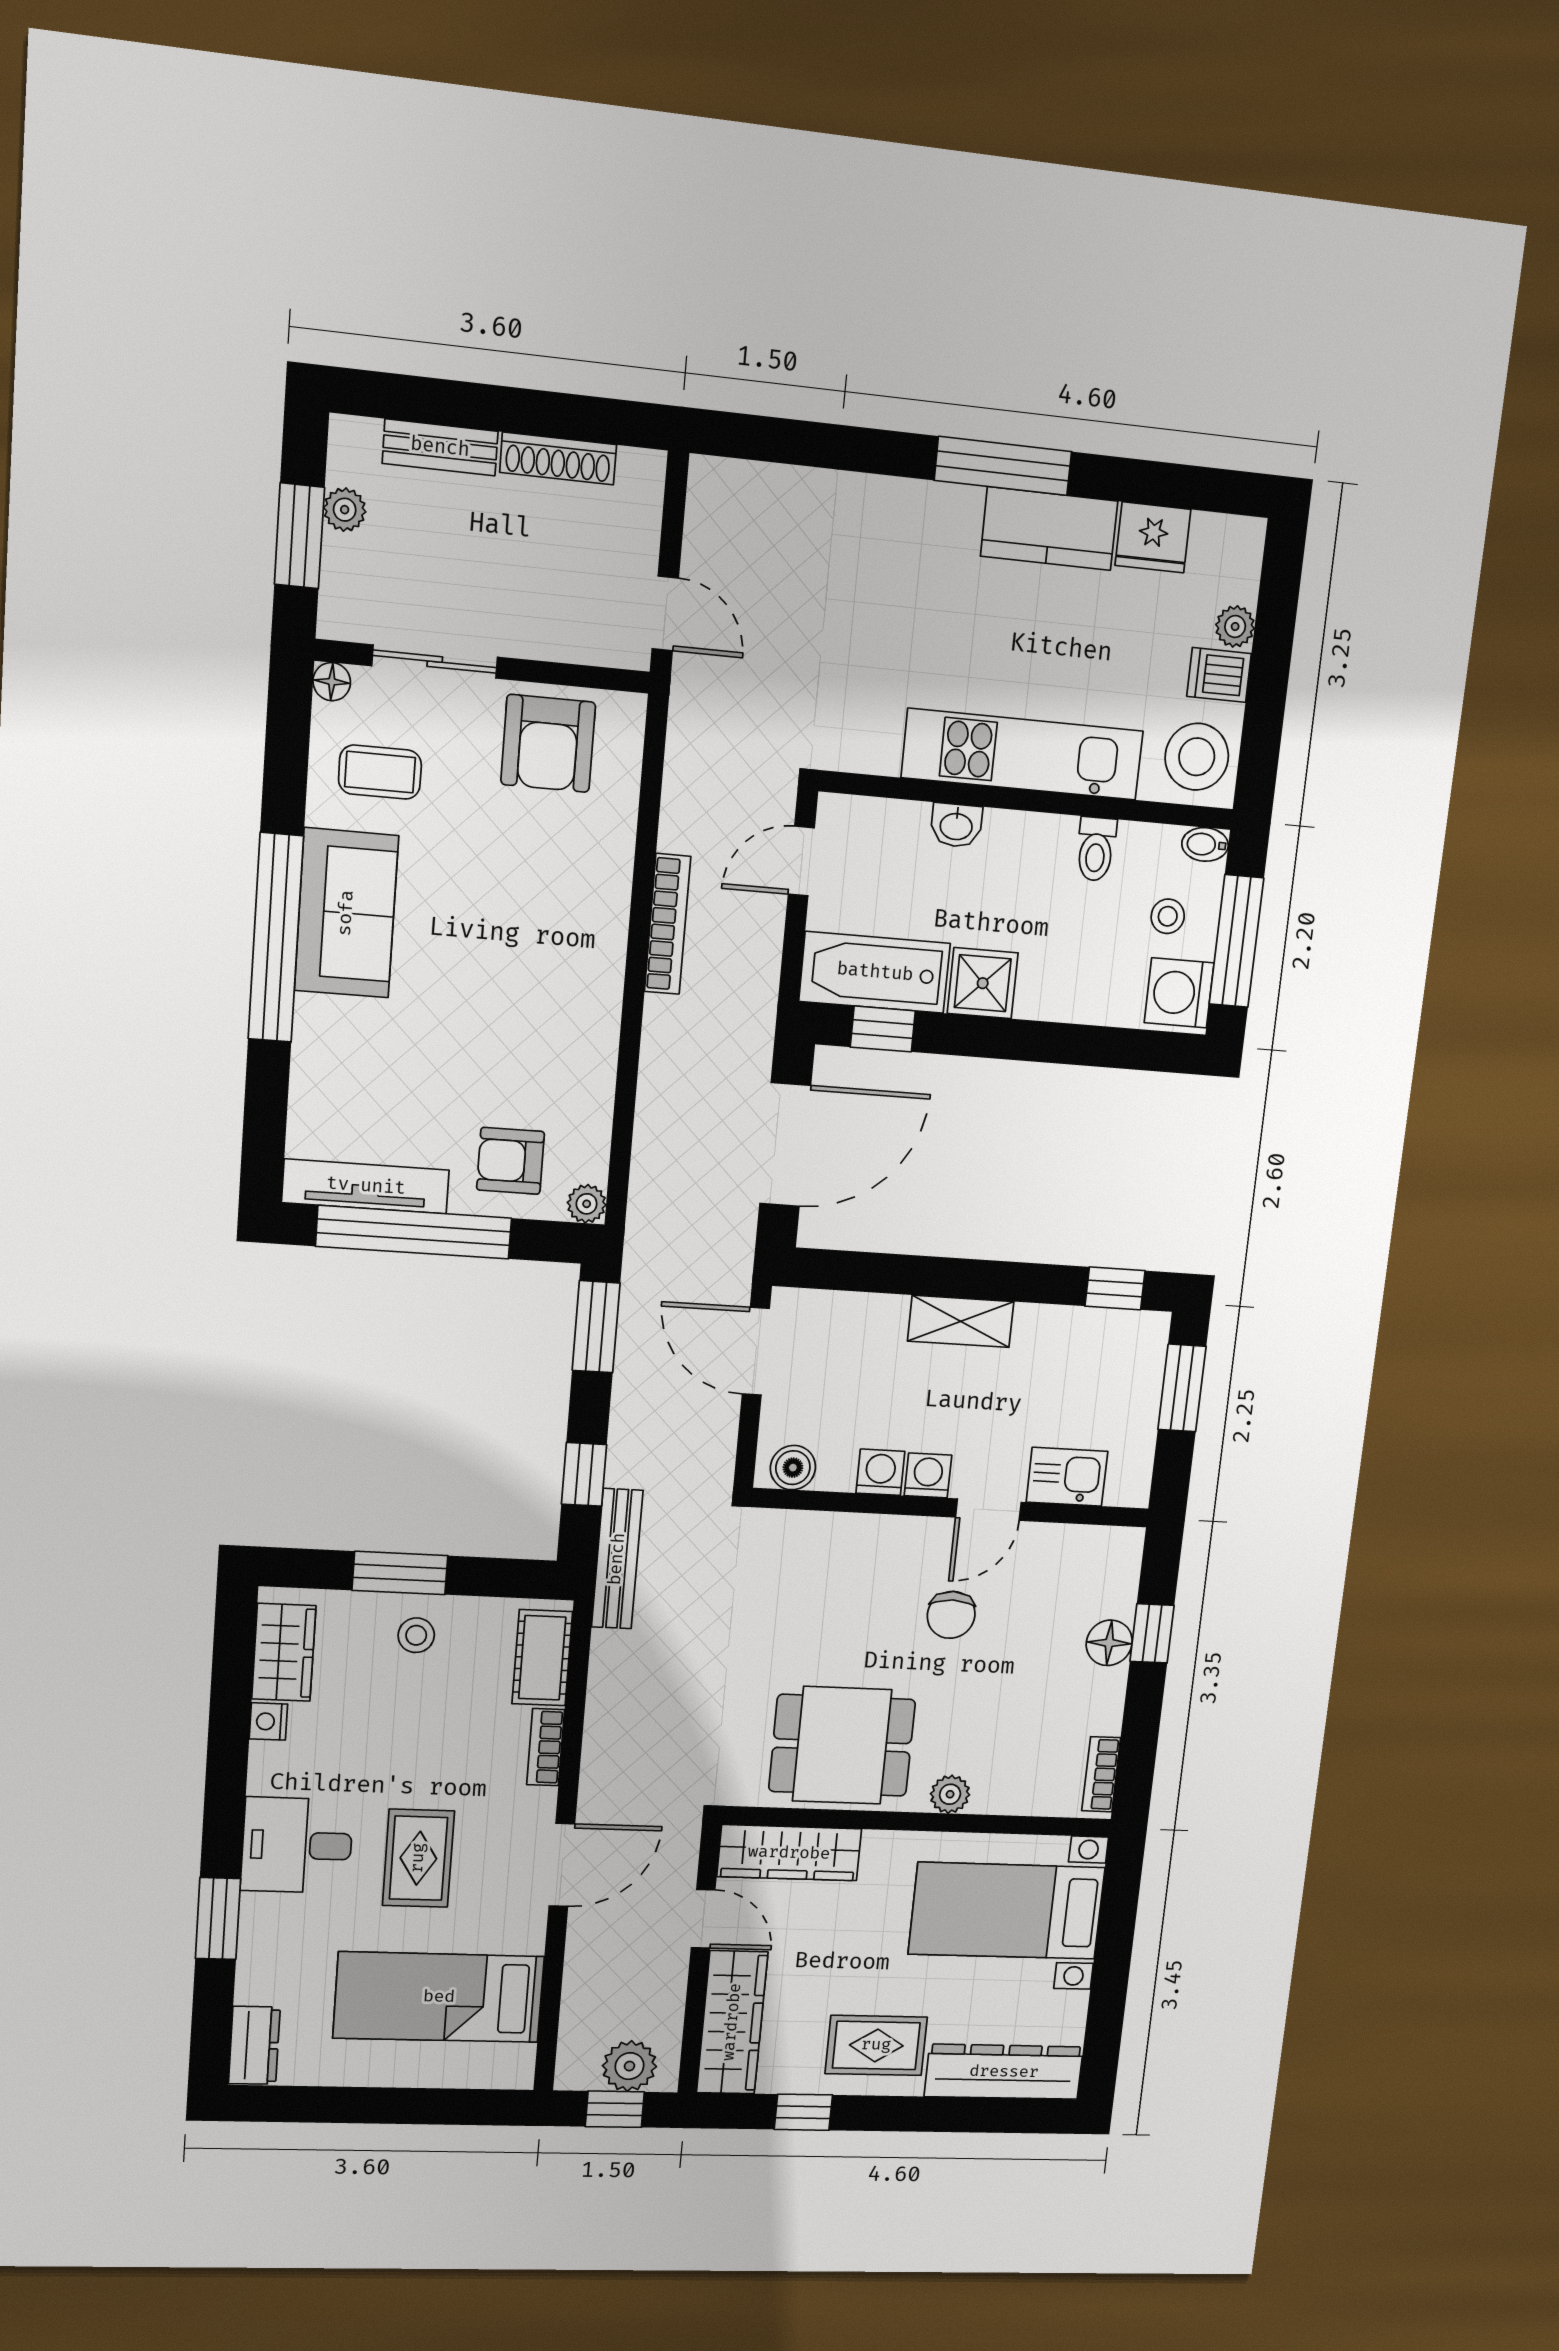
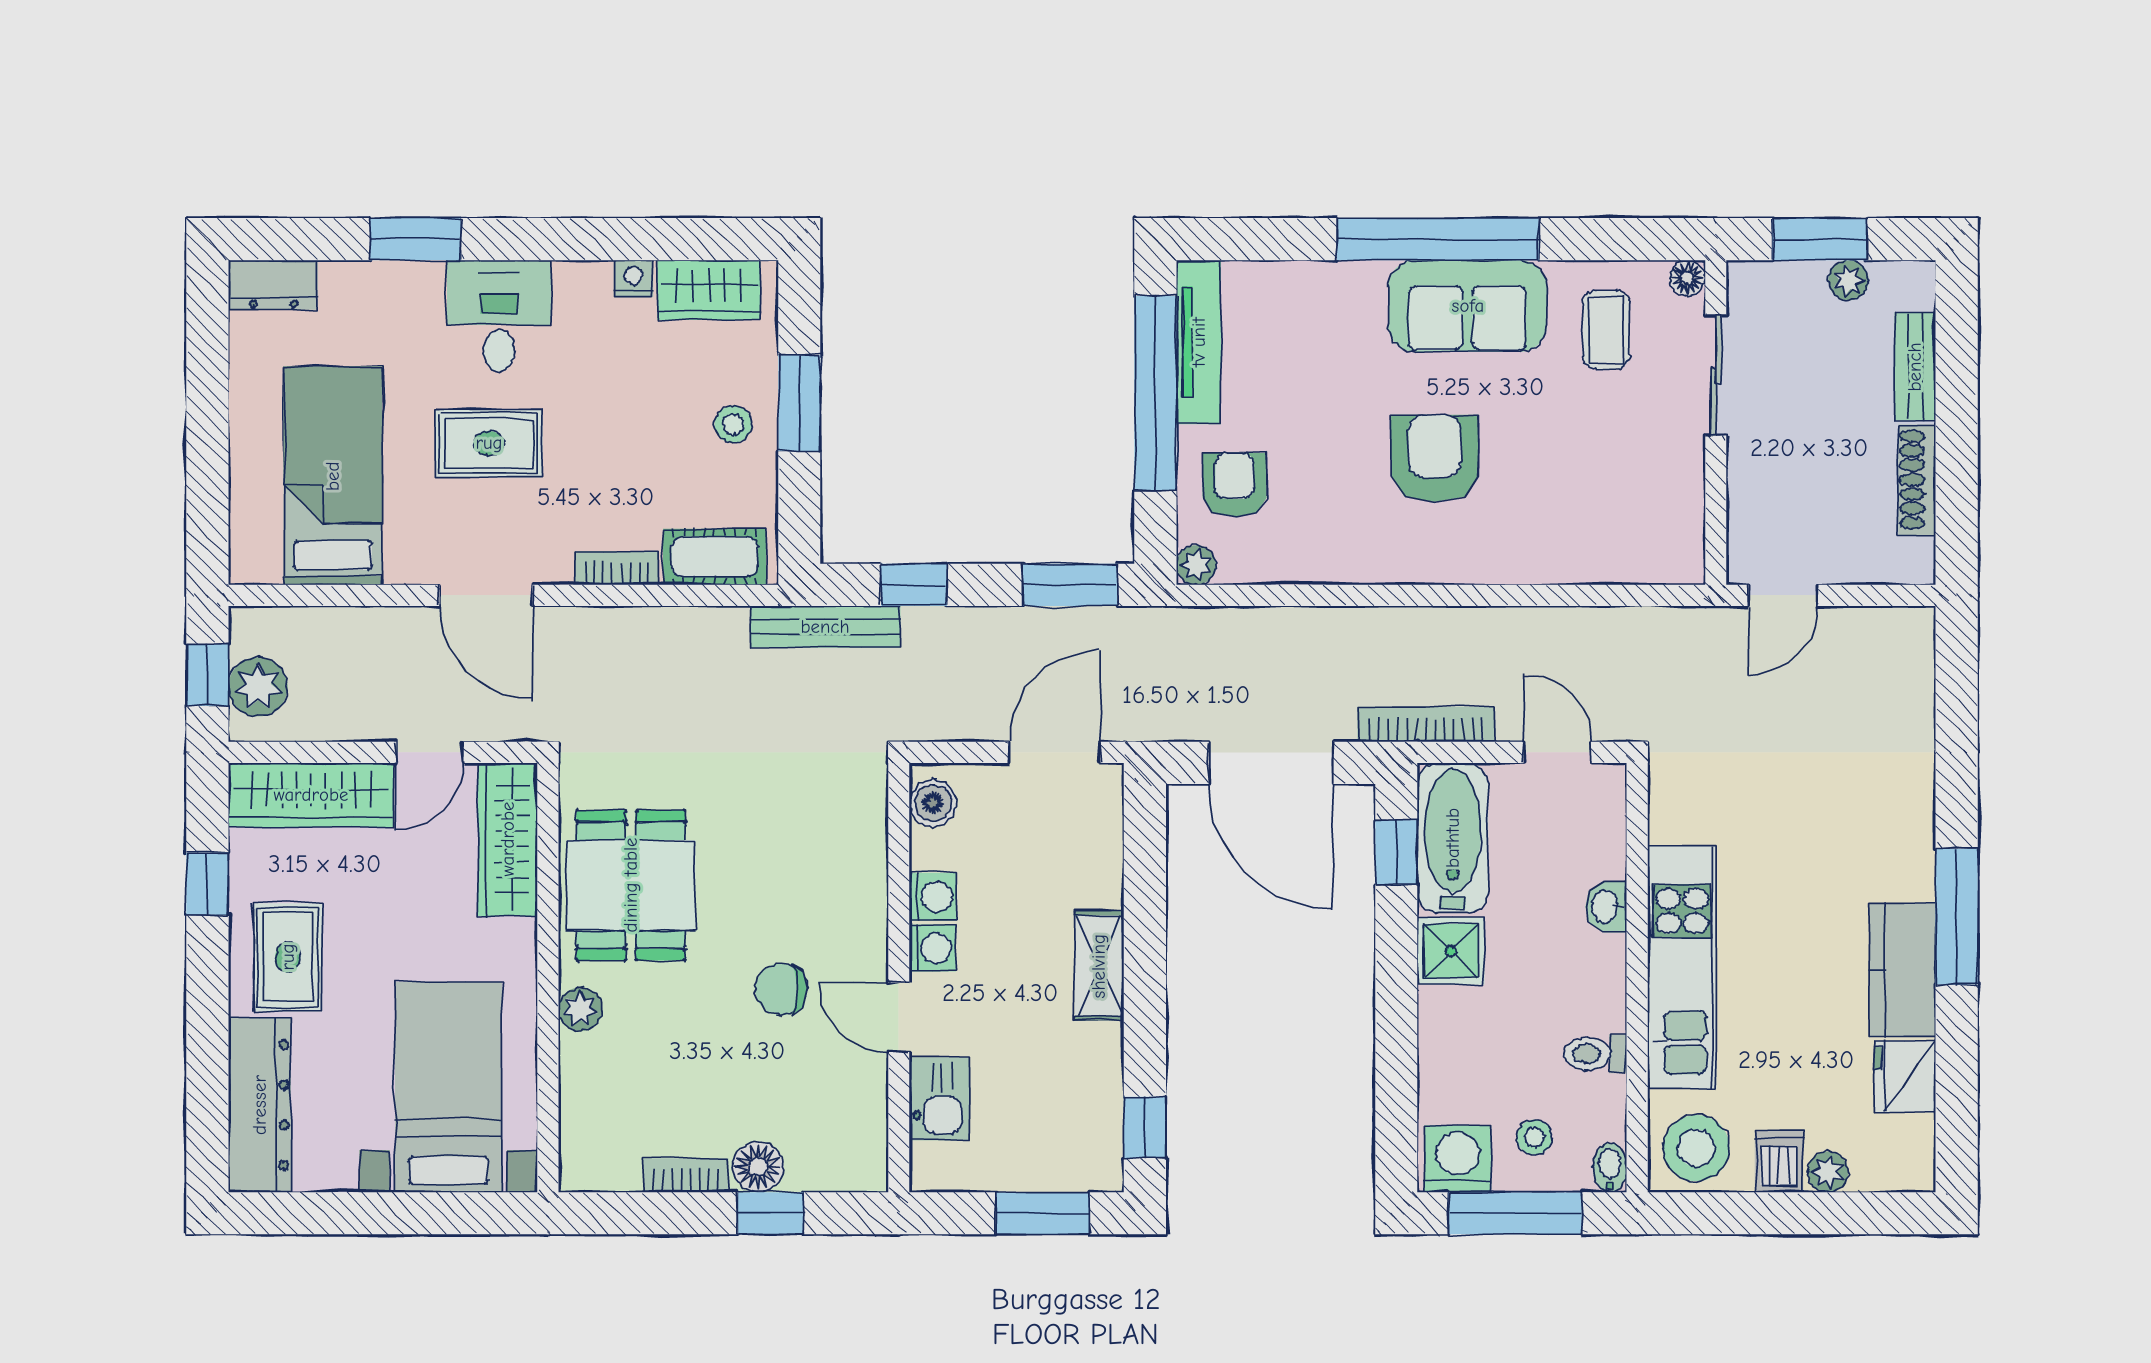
armchair: (548, 743) -> (1435, 458), moved, turned 90
bookcase: (668, 924) -> (1426, 724), moved, turned 180
bookcase: (1101, 1774) -> (686, 1175), moved

